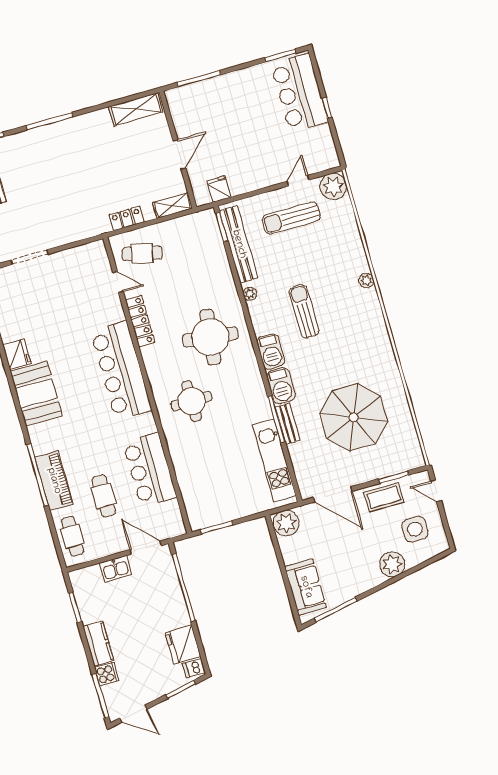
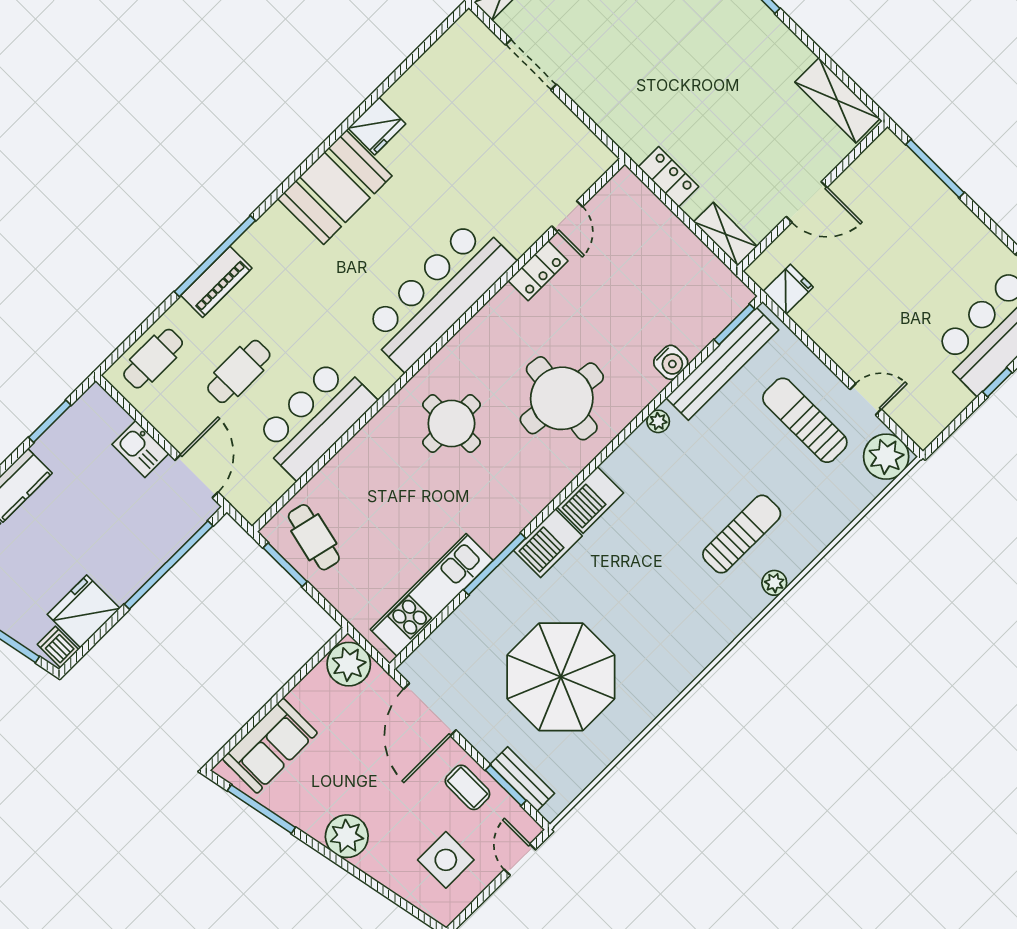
cafe table: (142, 253) -> (314, 537), moved
water cooler: (223, 270) -> (671, 362), added
sun lounger: (304, 311) -> (742, 534), moved
locker: (140, 321) -> (538, 271), width x0.66
bench: (288, 424) -> (522, 779), moved, turned 90
piano: (54, 481) -> (216, 282), width x0.73, depth x0.75
coffee table: (384, 497) -> (467, 787), width x0.73, depth x0.77
plant: (392, 564) -> (347, 836), moved

